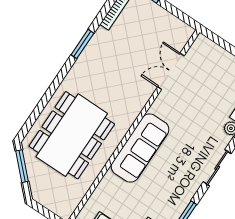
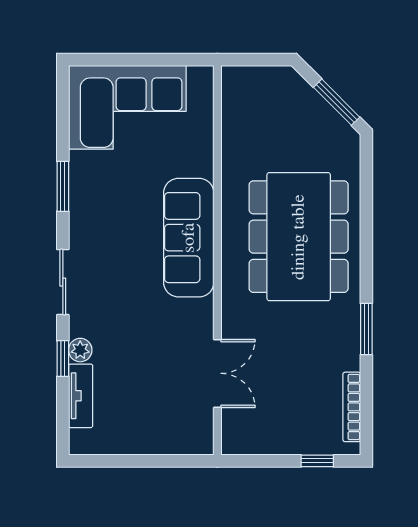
dining table: (72, 135) -> (299, 237), moved

